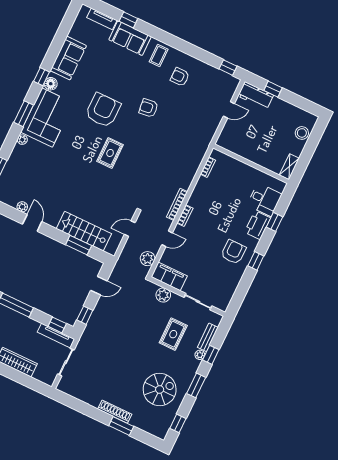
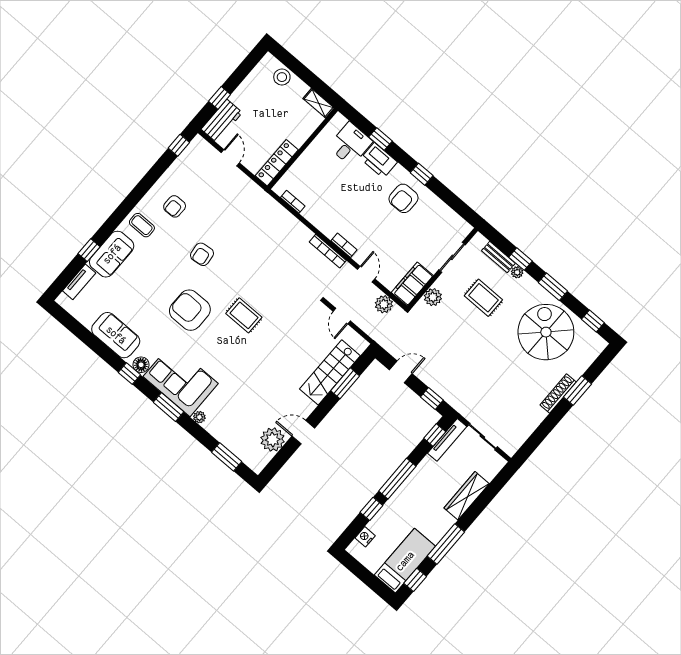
locker: (235, 147) -> (277, 163), added
plant: (22, 207) -> (273, 440), width x1.88, depth x1.88
armchair: (233, 252) -> (403, 198), turned -90
door: (99, 286) -> (401, 372), hinge flipped
spiral stairs: (160, 389) -> (546, 332), width x1.37, depth x1.37

